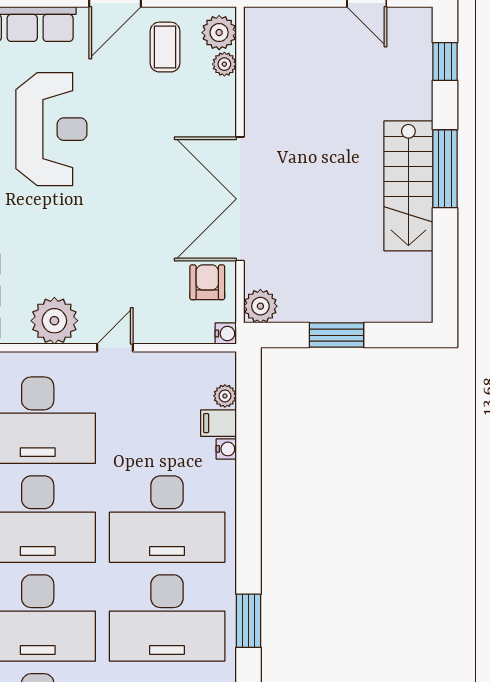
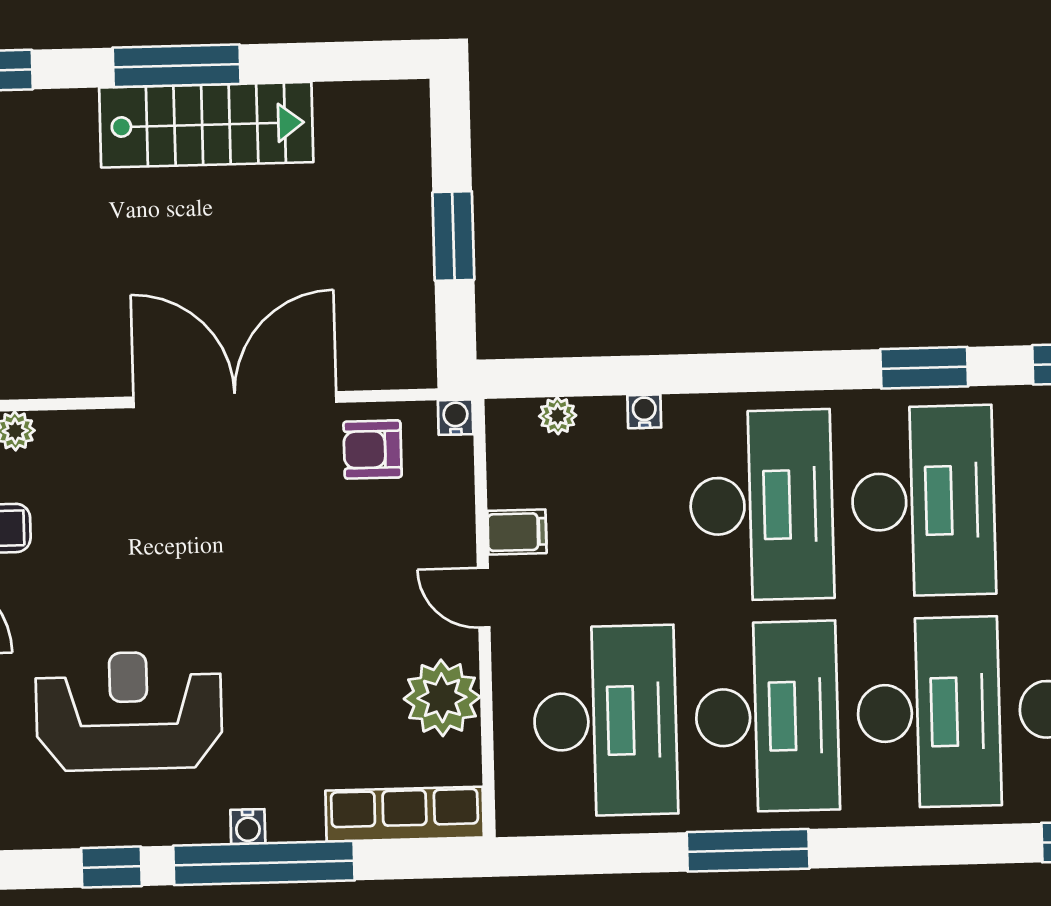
double door: (240, 199) -> (235, 400), swing flipped
plant: (260, 306) -> (409, 362), removed
filing cabinet: (219, 423) -> (517, 532), moved, turned -90

